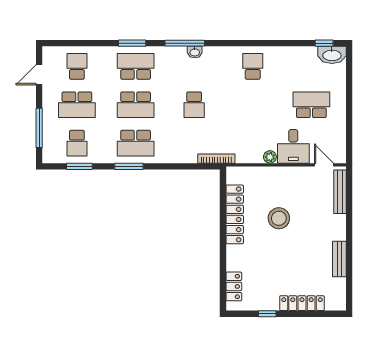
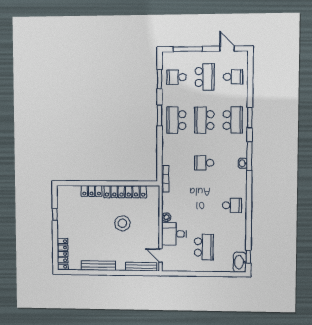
school desk: (77, 105) -> (205, 77), turned 180
door: (324, 165) -> (161, 256), swing flipped
bench: (339, 259) -> (98, 266), width x1.36
locker: (234, 286) -> (92, 191), moved
locker: (302, 303) -> (63, 254), moved

